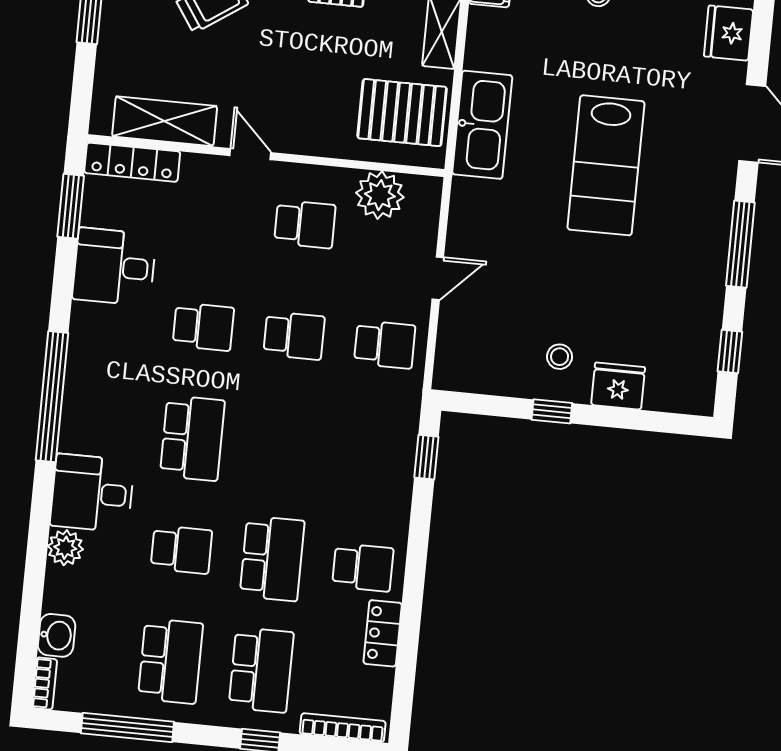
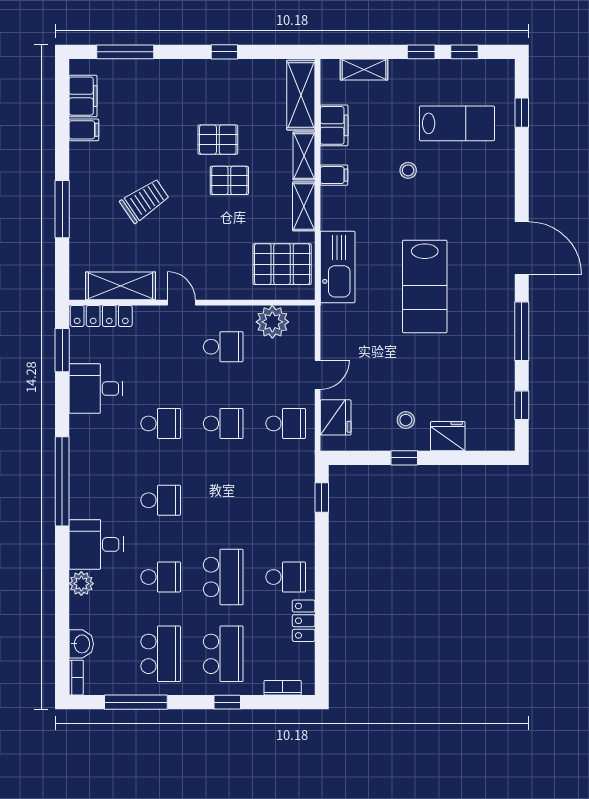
fridge: (729, 33) -> (336, 417), moved, turned 180
school desk: (192, 438) -> (161, 500), width x0.54
bookcase: (343, 728) -> (283, 688), width x0.64

